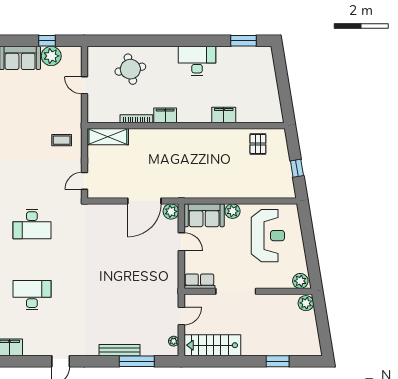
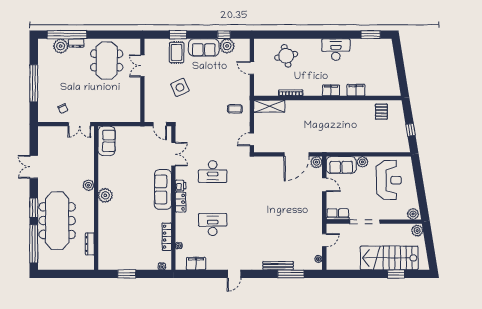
filing cabinet: (165, 115) -> (331, 90), moved
stairs: (212, 345) -> (389, 258), moved, width x1.36, depth x1.51

